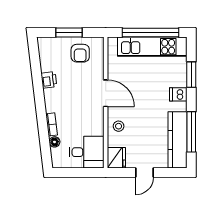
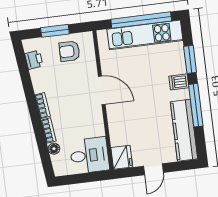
armchair: (80, 53) -> (69, 51), turned 90
printer: (49, 80) -> (34, 60), moved
bookcase: (49, 101) -> (43, 106), added
stool: (119, 126) -> (120, 124), removed
window: (191, 132) -> (196, 105), moved

